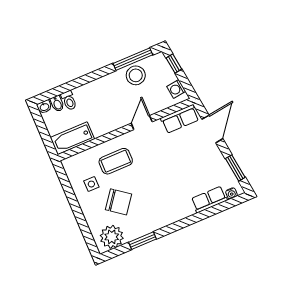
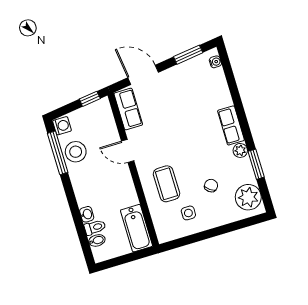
window: (174, 63) -> (90, 99), moved
washing machine: (176, 89) -> (62, 126), moved, turned -83
washbasin: (44, 107) -> (87, 214), moved
row of seats: (209, 200) -> (231, 125), moved
chair: (119, 202) -> (211, 186), width x0.54, depth x0.54
plant: (153, 225) -> (240, 150), added

